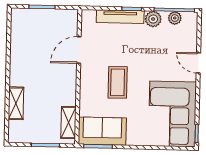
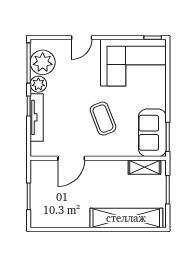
plant: (175, 18) -> (43, 62), width x1.88, depth x1.88
door: (79, 50) -> (71, 158), hinge flipped
coffee table: (118, 82) -> (103, 119), turned 69
shelving: (16, 103) -> (126, 218), width x2.20, depth x1.33

